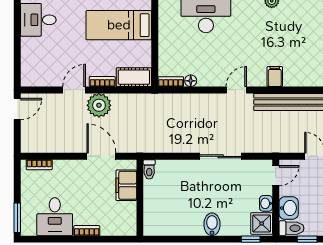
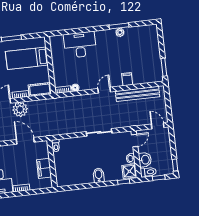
filing cabinet: (126, 185) -> (44, 168), moved

